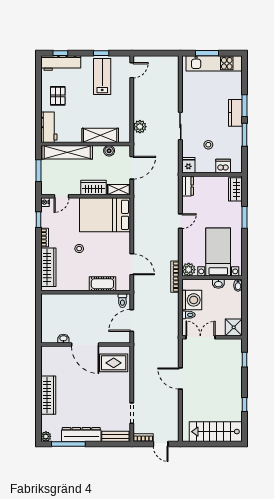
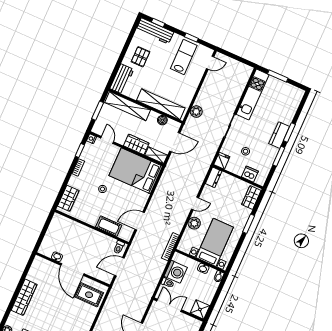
kitchen unit: (214, 63) -> (253, 94), moved, turned -90
shelving: (100, 135) -> (161, 104), width x1.47
door: (62, 196) -> (107, 140), swing flipped
door: (132, 264) -> (140, 221), swing flipped
wardrobe: (48, 267) -> (68, 198), width x0.67
plant: (189, 270) -> (194, 223), moved

